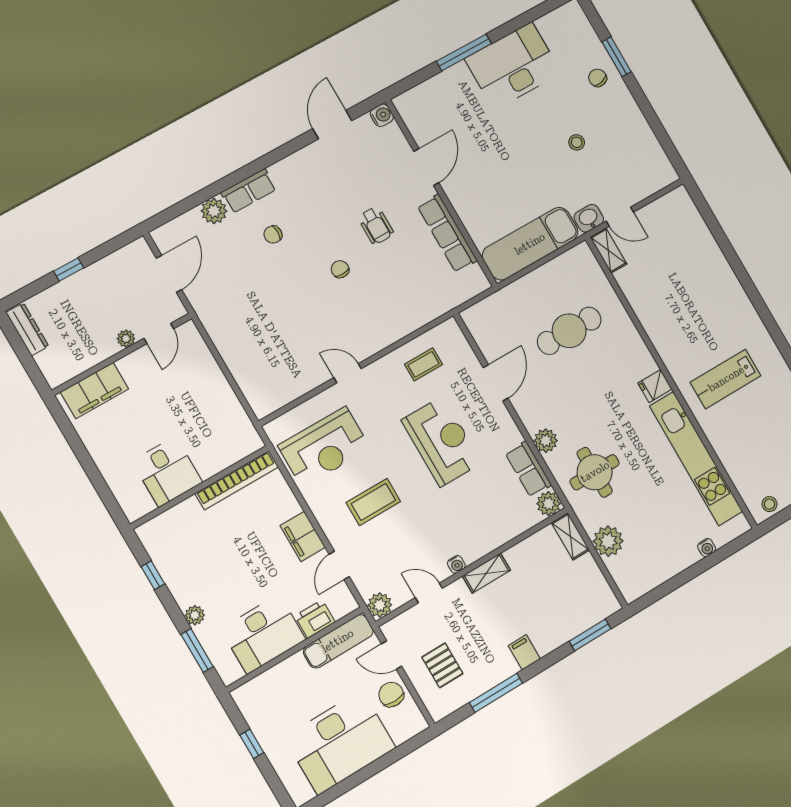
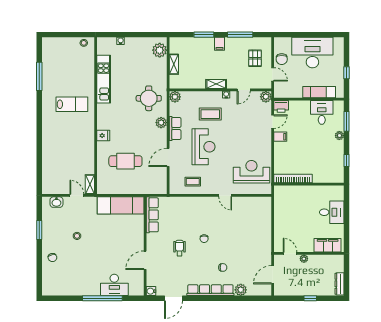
window: (464, 52) -> (102, 298), width x1.46
window: (616, 57) -> (39, 230), moved
desk: (513, 66) -> (114, 285), moved, width x0.73, depth x0.77
row of seats: (249, 191) -> (210, 290), width x2.02
washbasin: (589, 218) -> (56, 202), moved
row of seats: (447, 233) -> (152, 215), moved
door: (159, 334) -> (290, 253), hinge flipped
fridge: (655, 386) -> (103, 136), moved
reception desk: (442, 441) -> (204, 147), turned 180
kitchen unit: (696, 459) -> (104, 79), width x0.73
row of seats: (528, 469) -> (175, 129), moved
desk: (167, 472) -> (332, 212), moved, turned 90
coffee table: (373, 502) -> (210, 114), moved
filing cabinet: (303, 536) -> (280, 137), width x0.50
shelving: (570, 536) -> (174, 64), moved
plant: (608, 541) -> (160, 50), moved
door: (429, 593) -> (244, 90), hinge flipped
printer: (315, 619) -> (281, 106), moved
desk: (263, 634) -> (322, 112), width x0.73
window: (590, 635) -> (204, 35), moved
exam couch: (338, 641) -> (319, 92), moved

